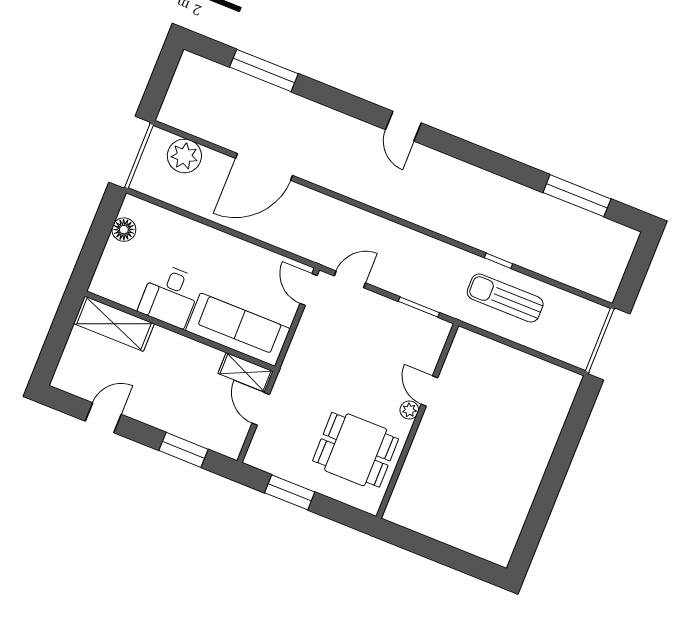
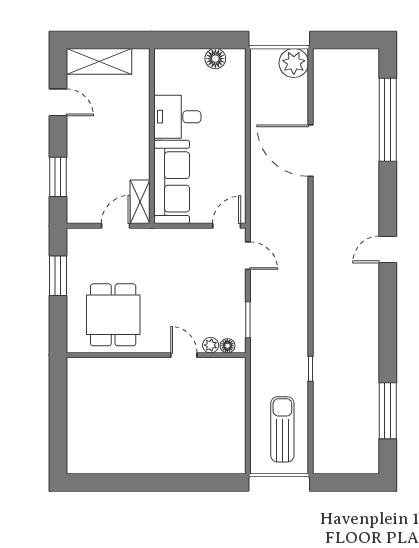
window: (264, 70) -> (388, 120), width x1.46
plant: (184, 156) -> (294, 63), moved
sun lounger: (505, 298) -> (282, 429), moved
shelving: (114, 324) -> (99, 61), moved, turned 90
floor lamp: (438, 340) -> (227, 346), added
door: (429, 391) -> (184, 355), hinge flipped
plant: (409, 410) -> (211, 345), moved

